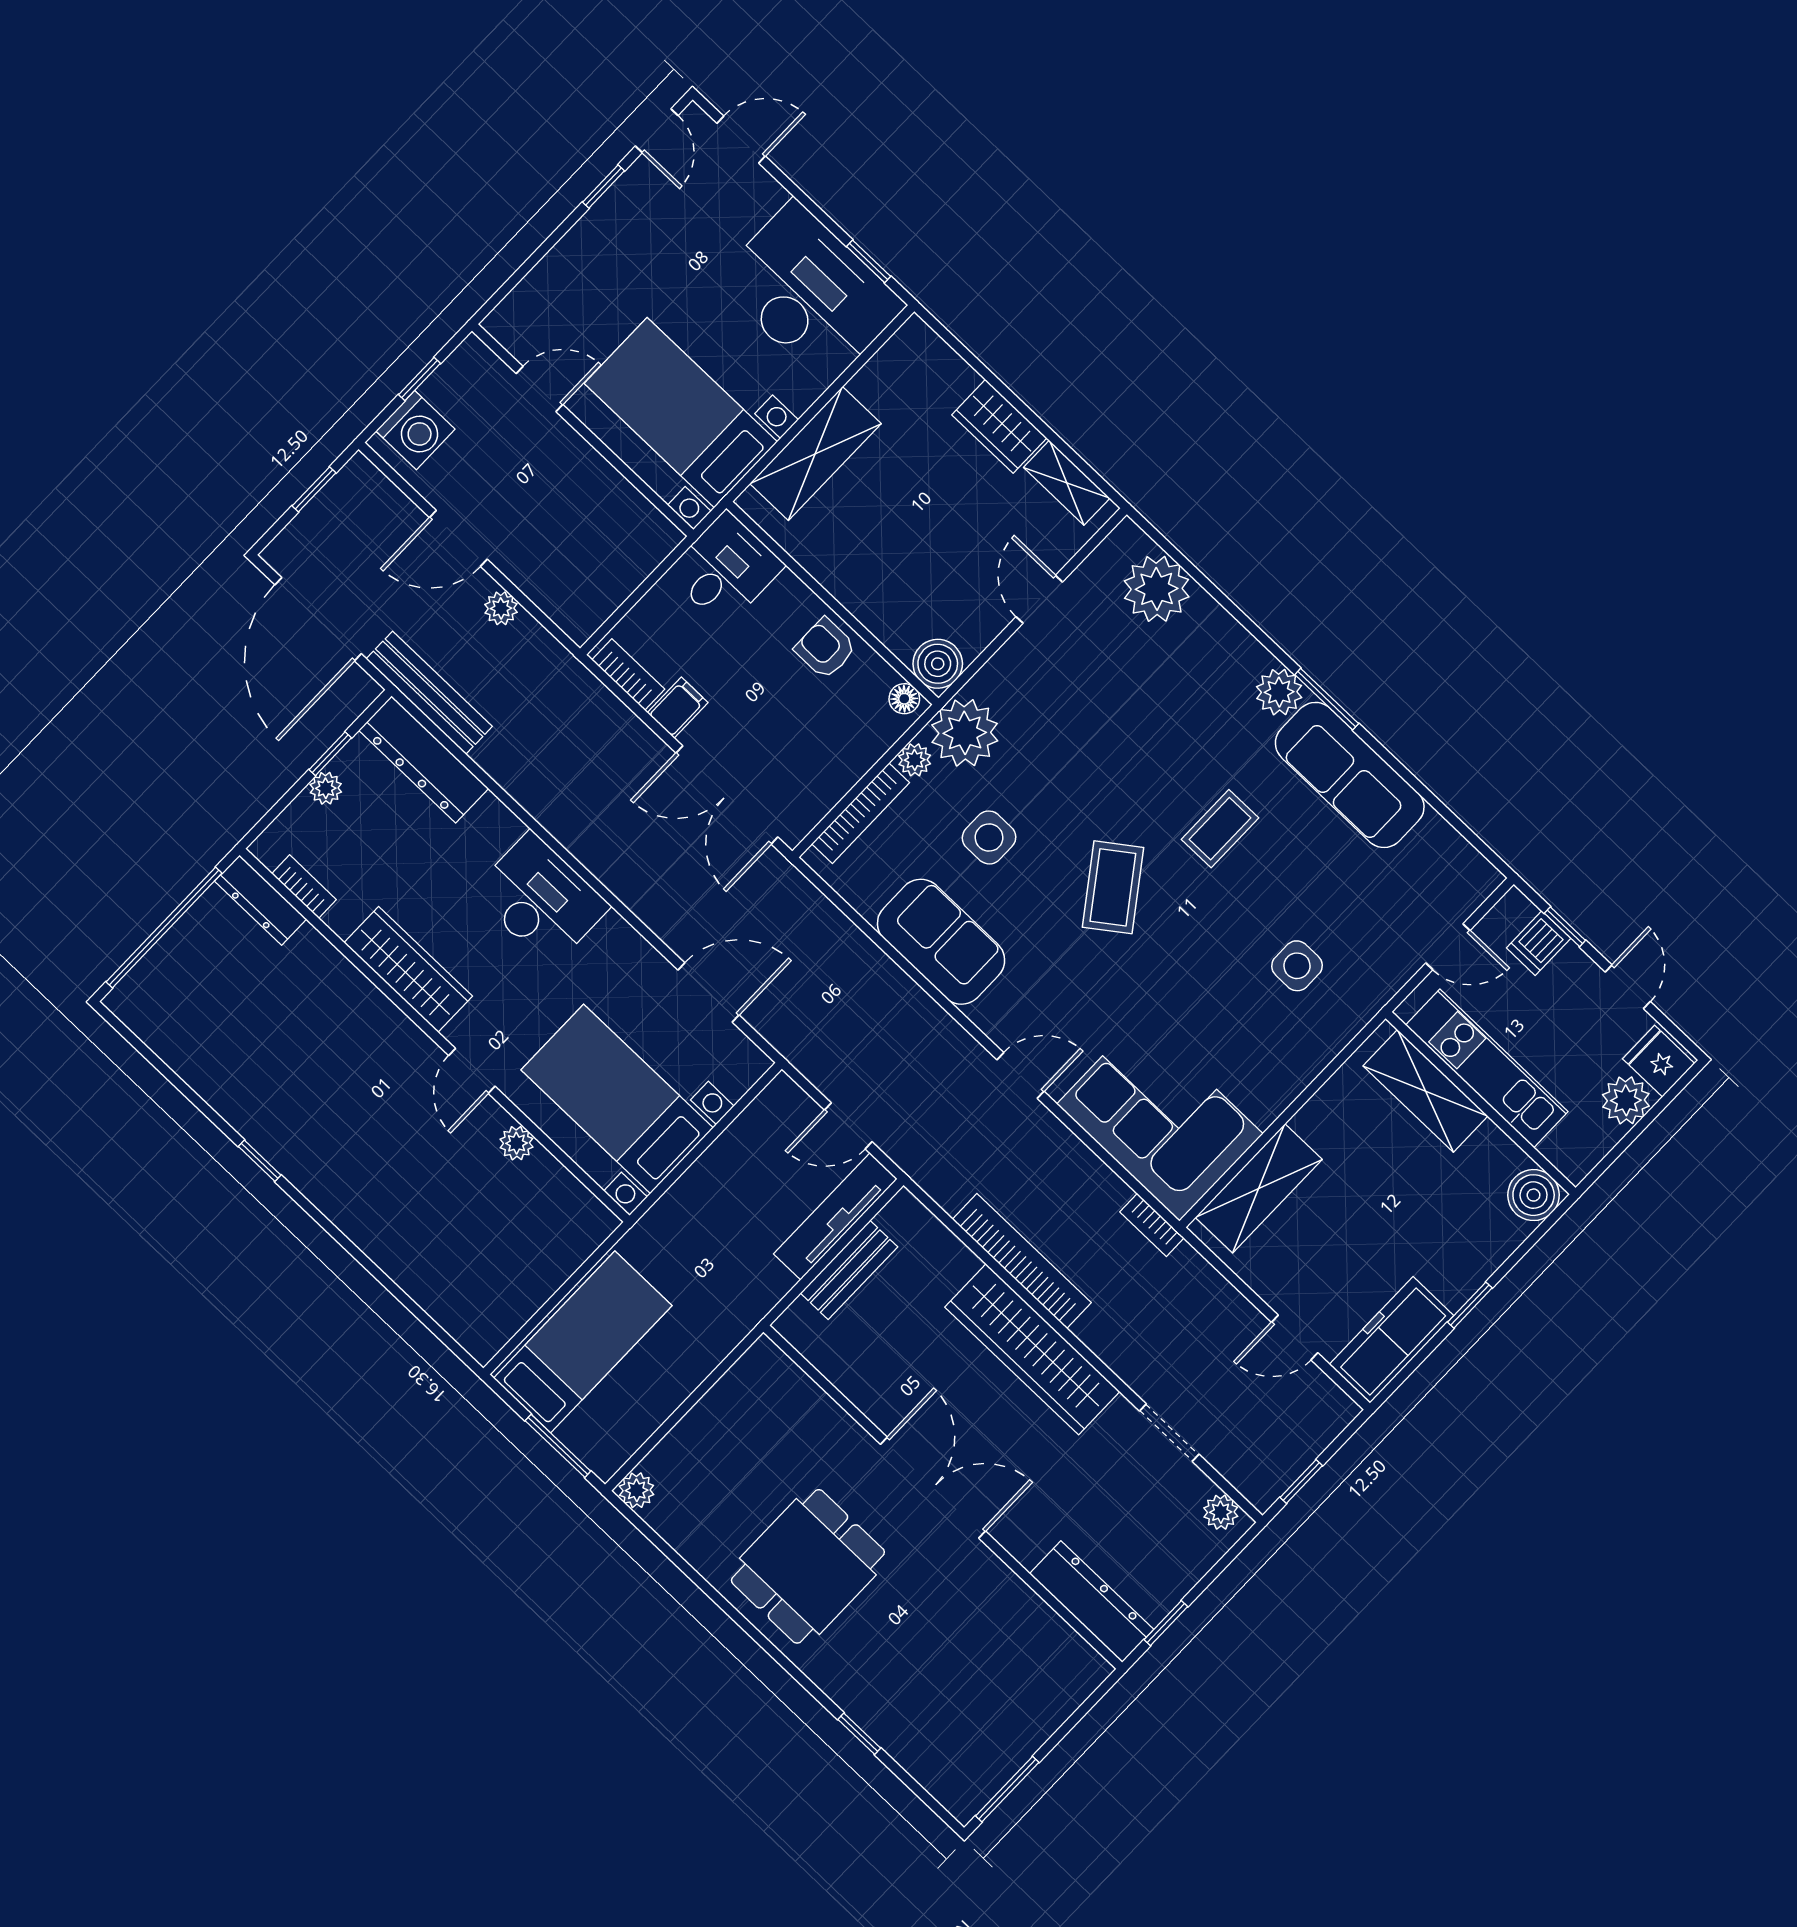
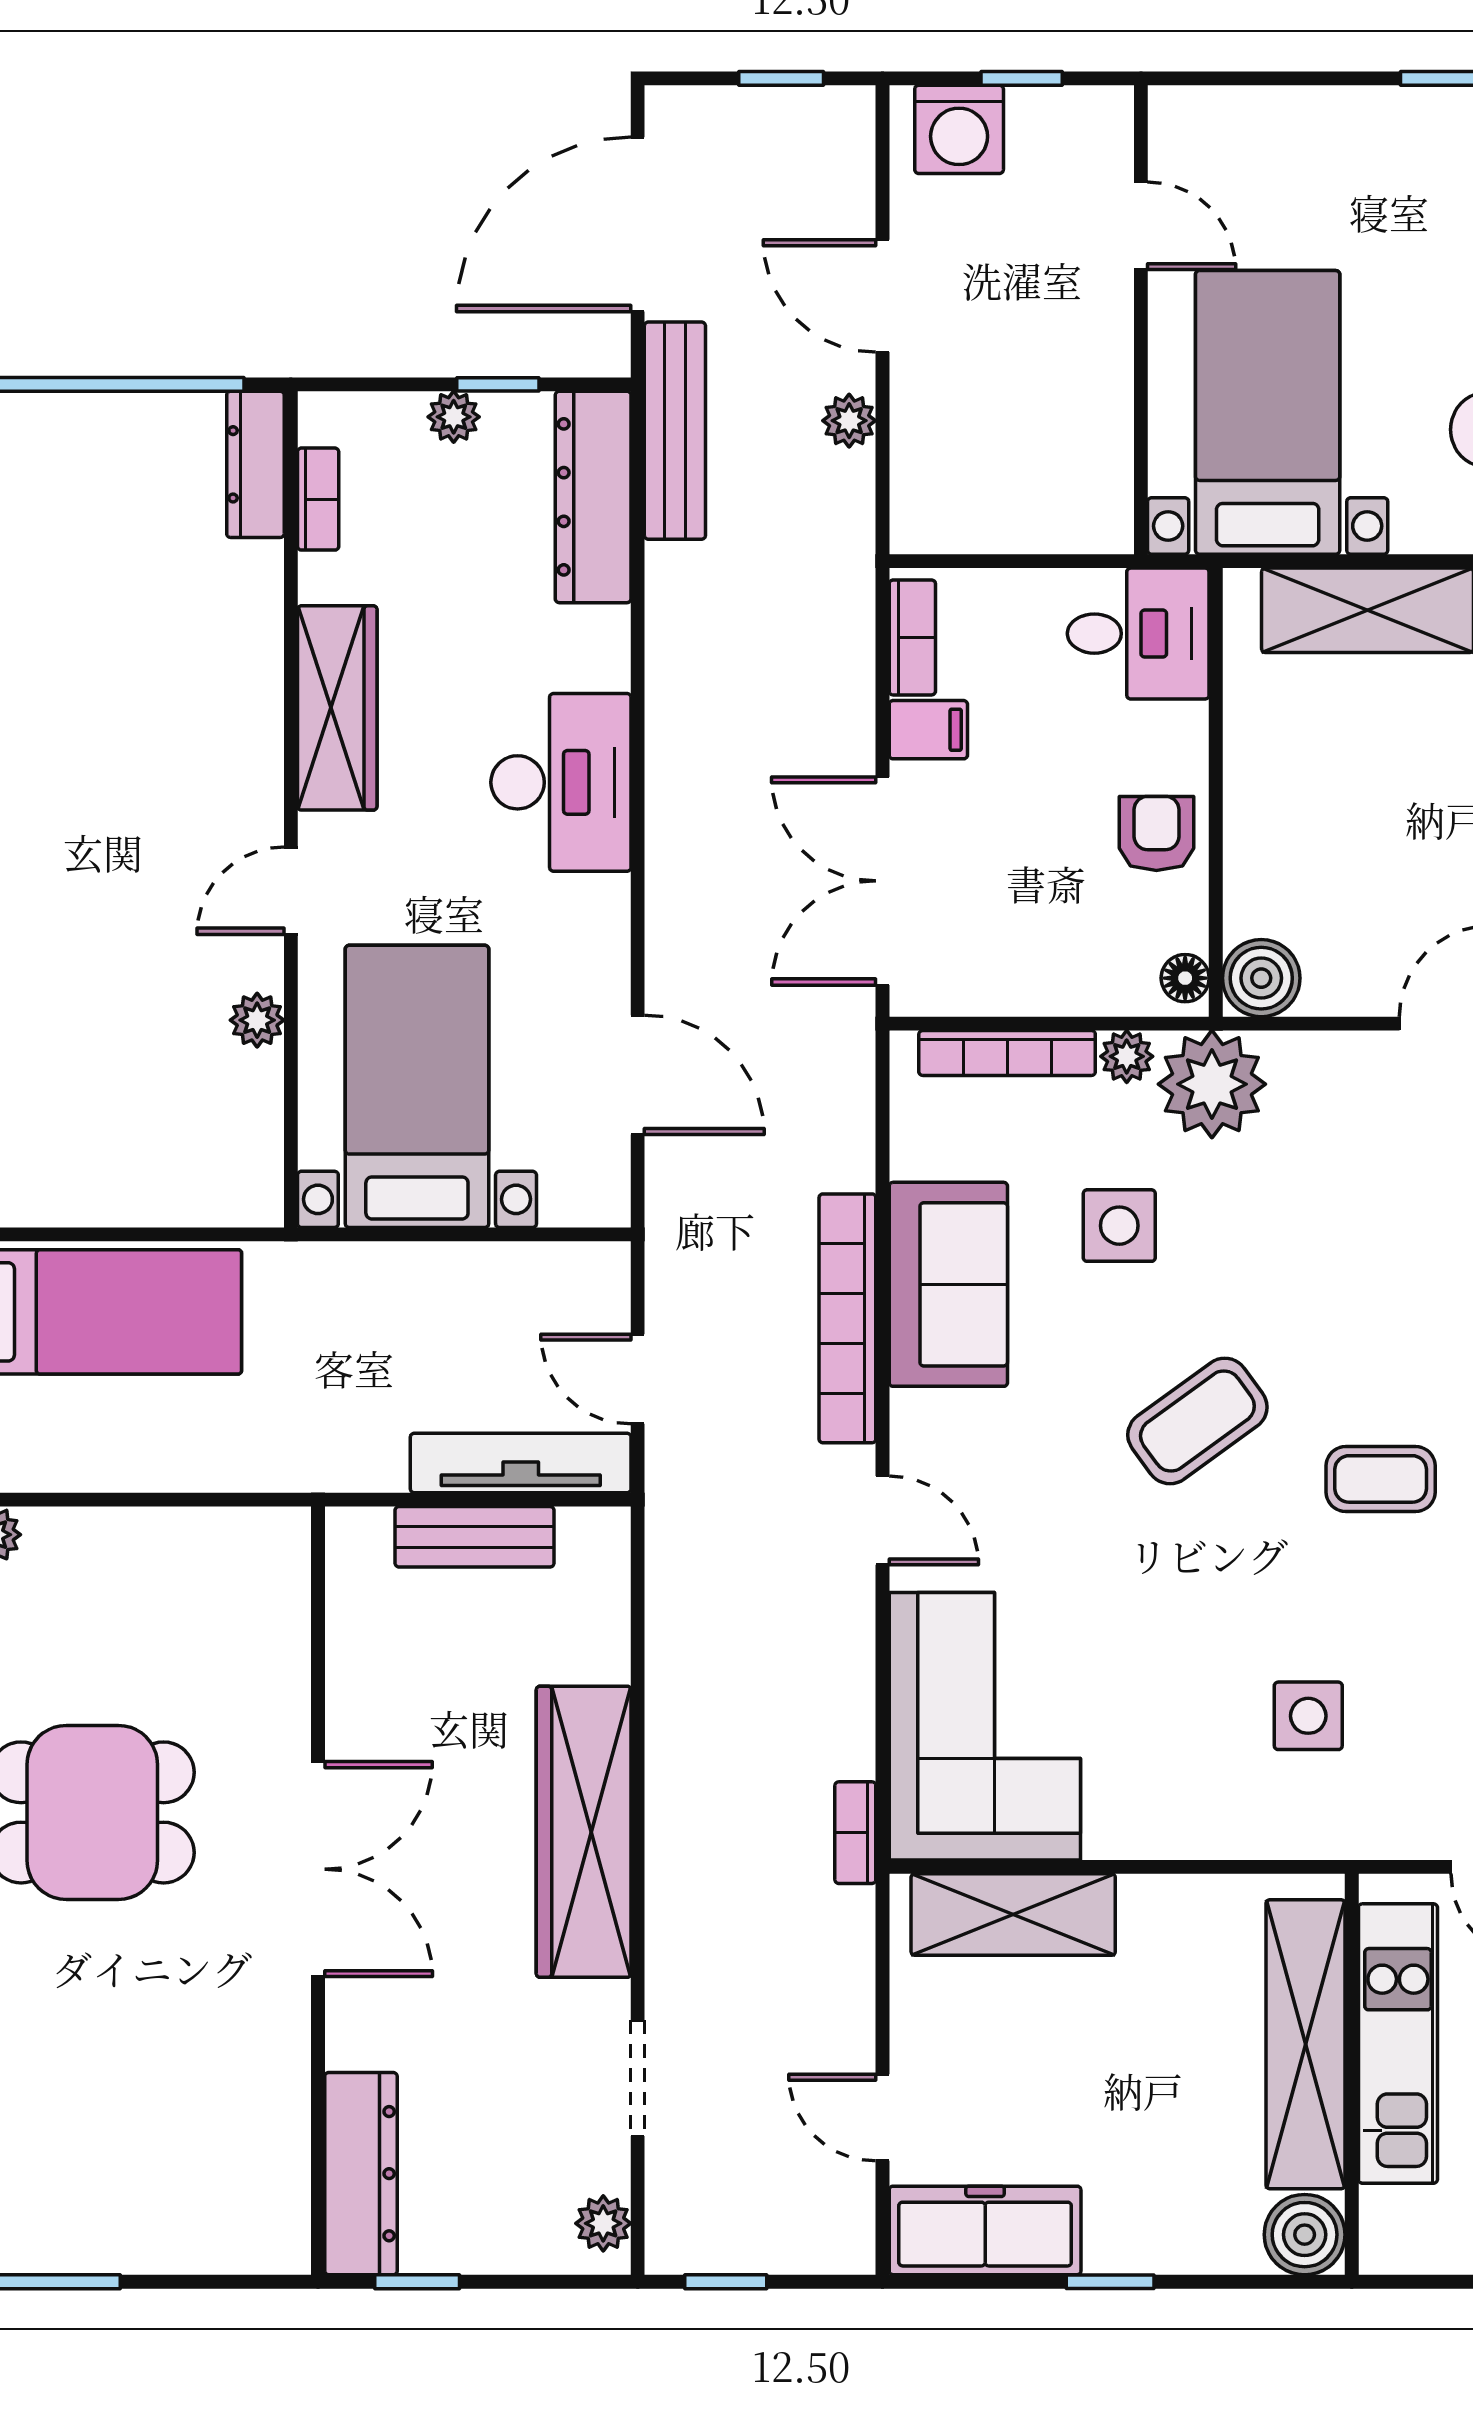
shelving: (1425, 1091) -> (1306, 2044), width x1.47
bookcase: (1022, 1261) -> (847, 1318), moved, turned 180

